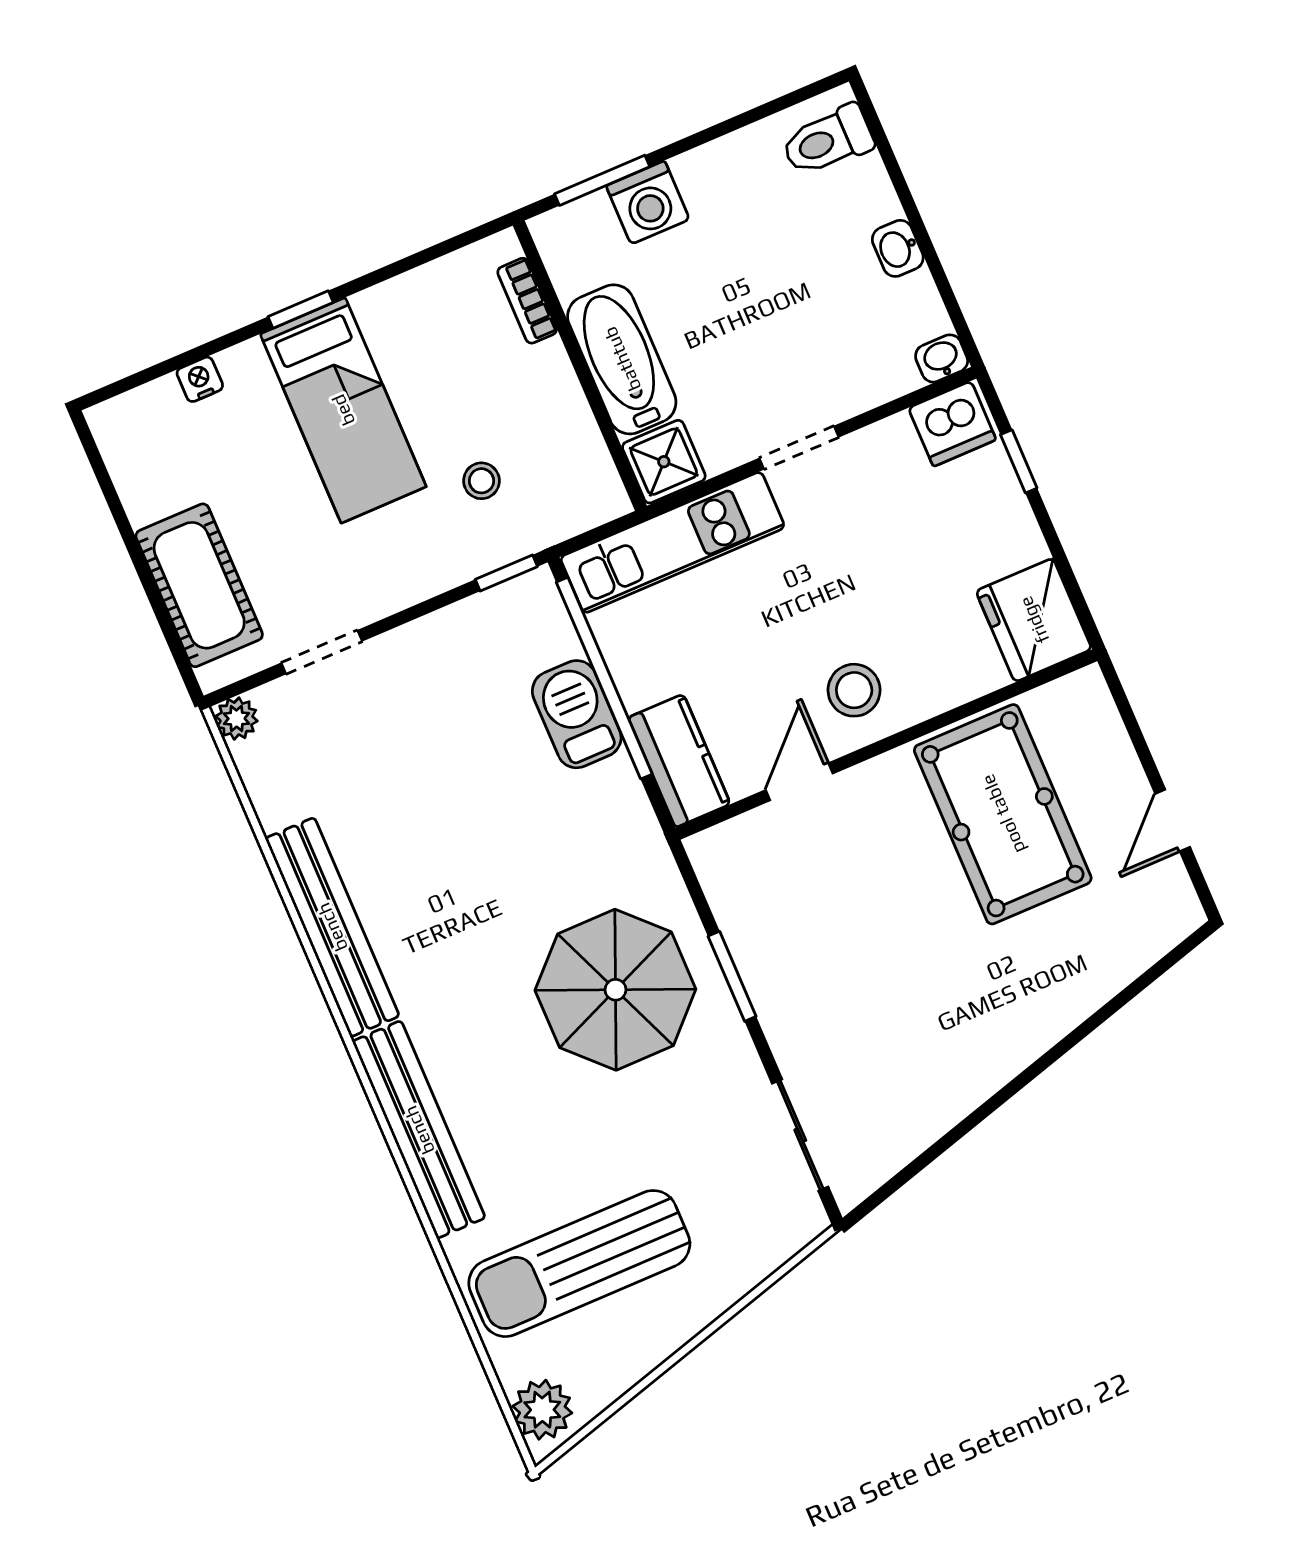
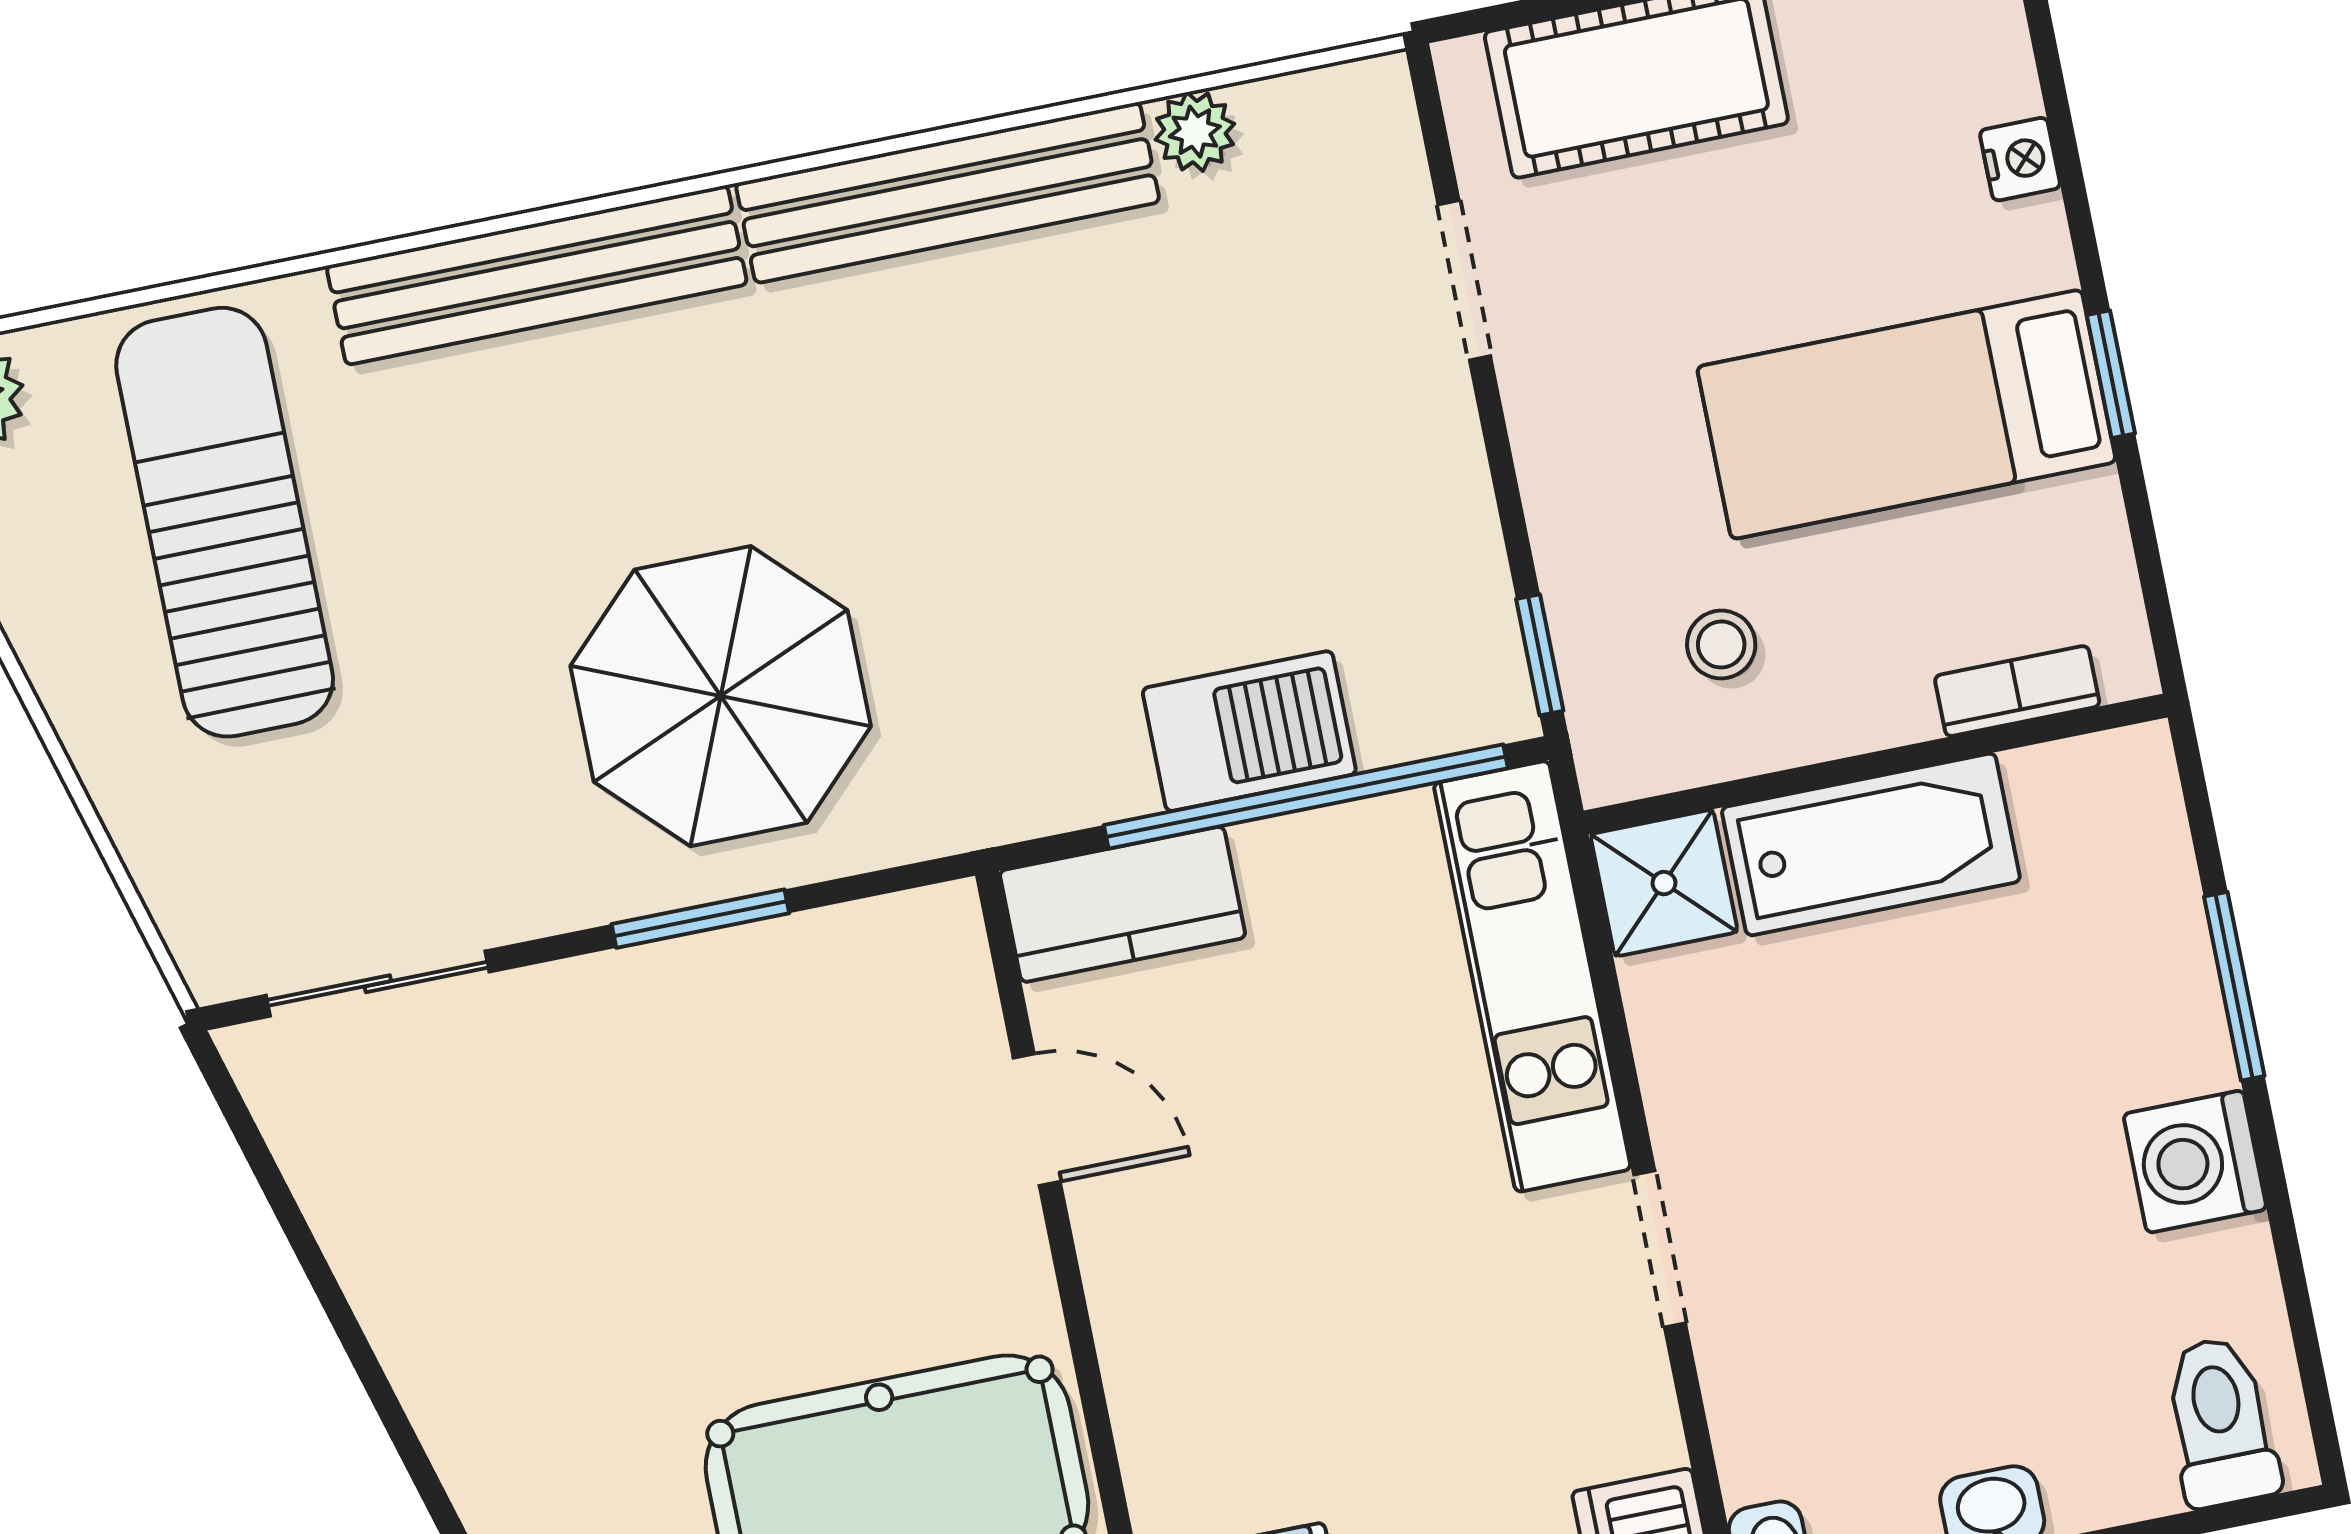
washing machine: (648, 203) -> (2195, 1162), moved
bookcase: (527, 301) -> (2017, 691), moved
bathtub: (622, 359) -> (1871, 844), moved
wall: (580, 366) -> (1876, 764), moved
shower: (664, 462) -> (1664, 883), moved
stool: (854, 690) -> (1186, 1257), removed
plant: (237, 719) -> (1195, 132), moved

